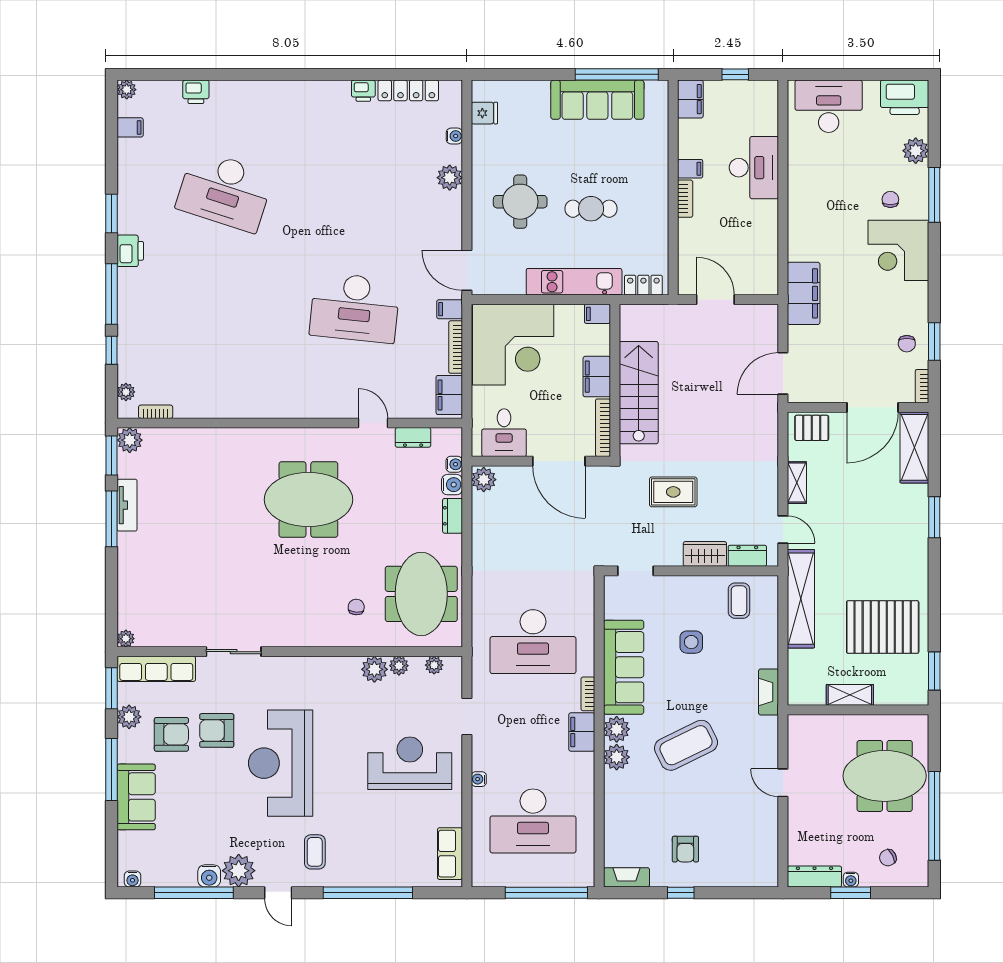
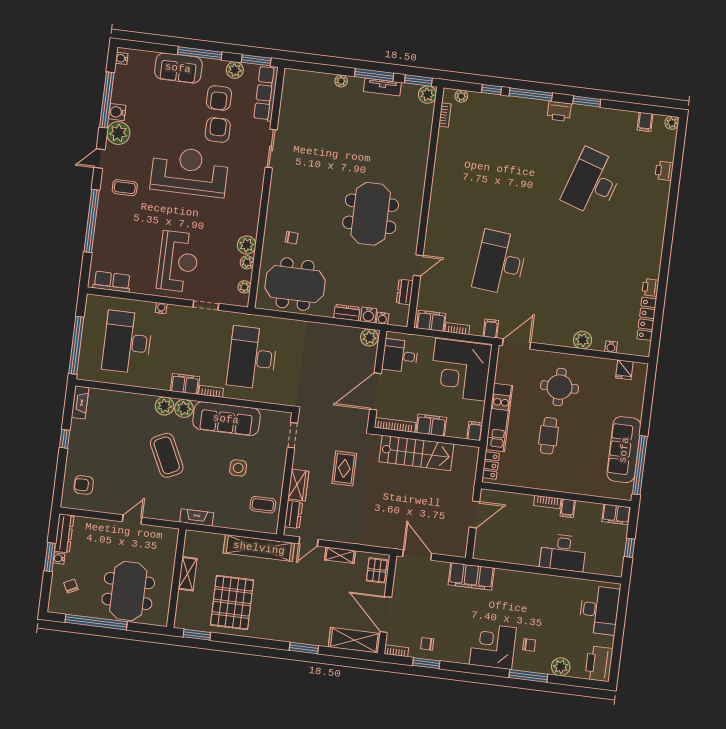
bookcase: (456, 347) -> (457, 329), width x0.64
plant: (126, 639) -> (341, 81), moved
armchair: (685, 849) -> (84, 485), moved

